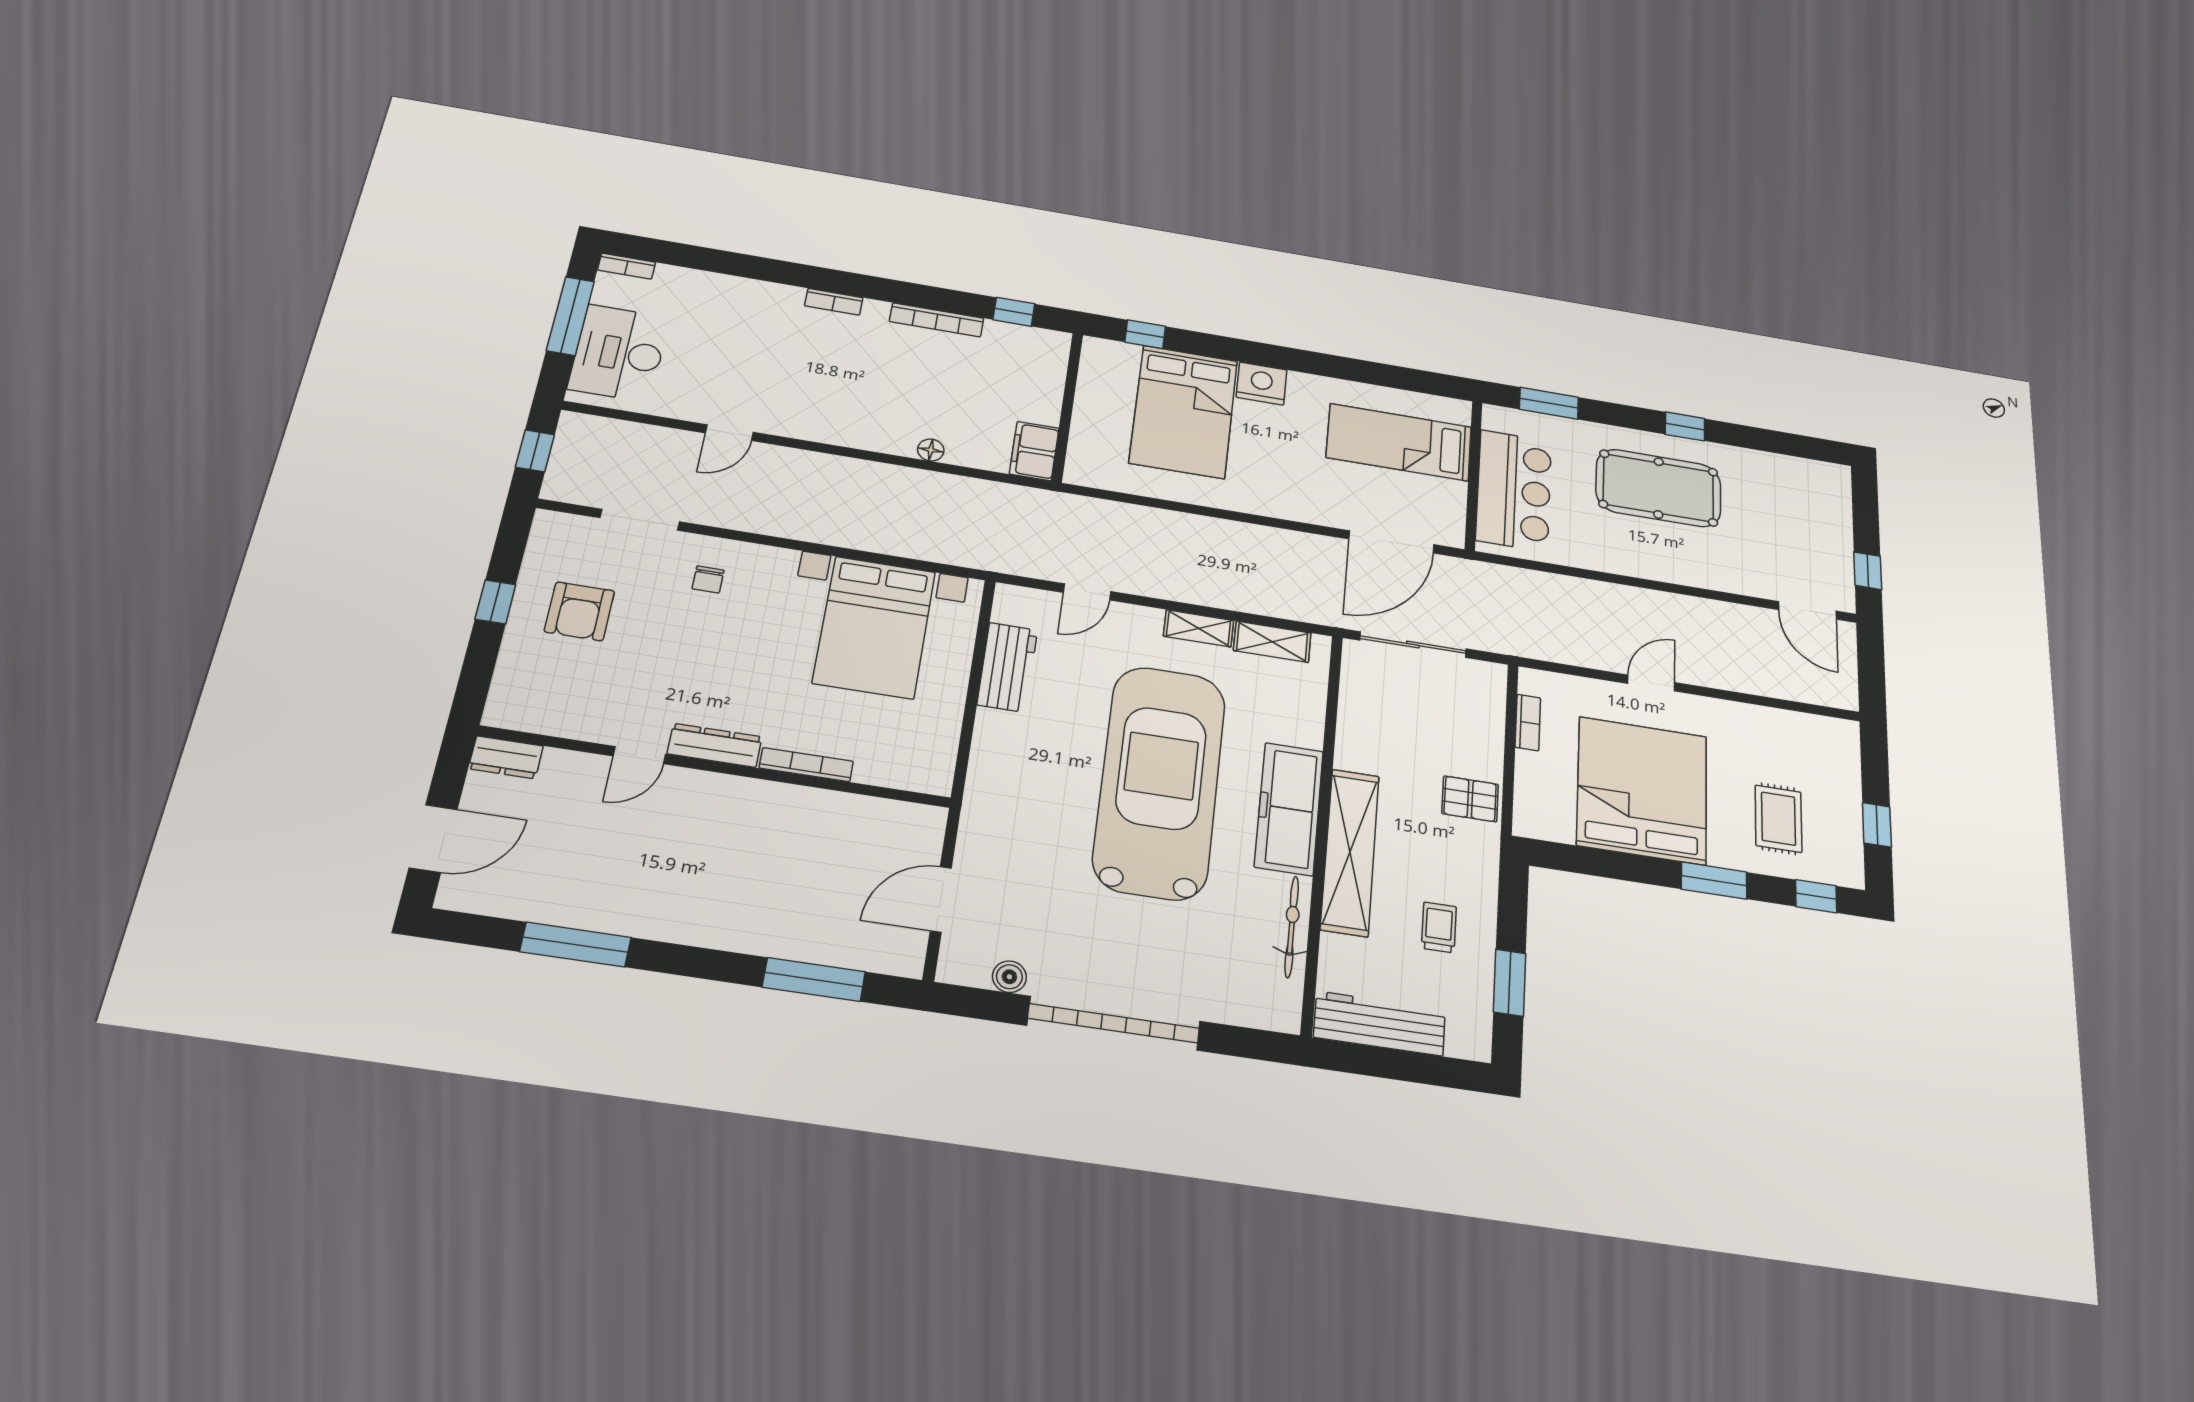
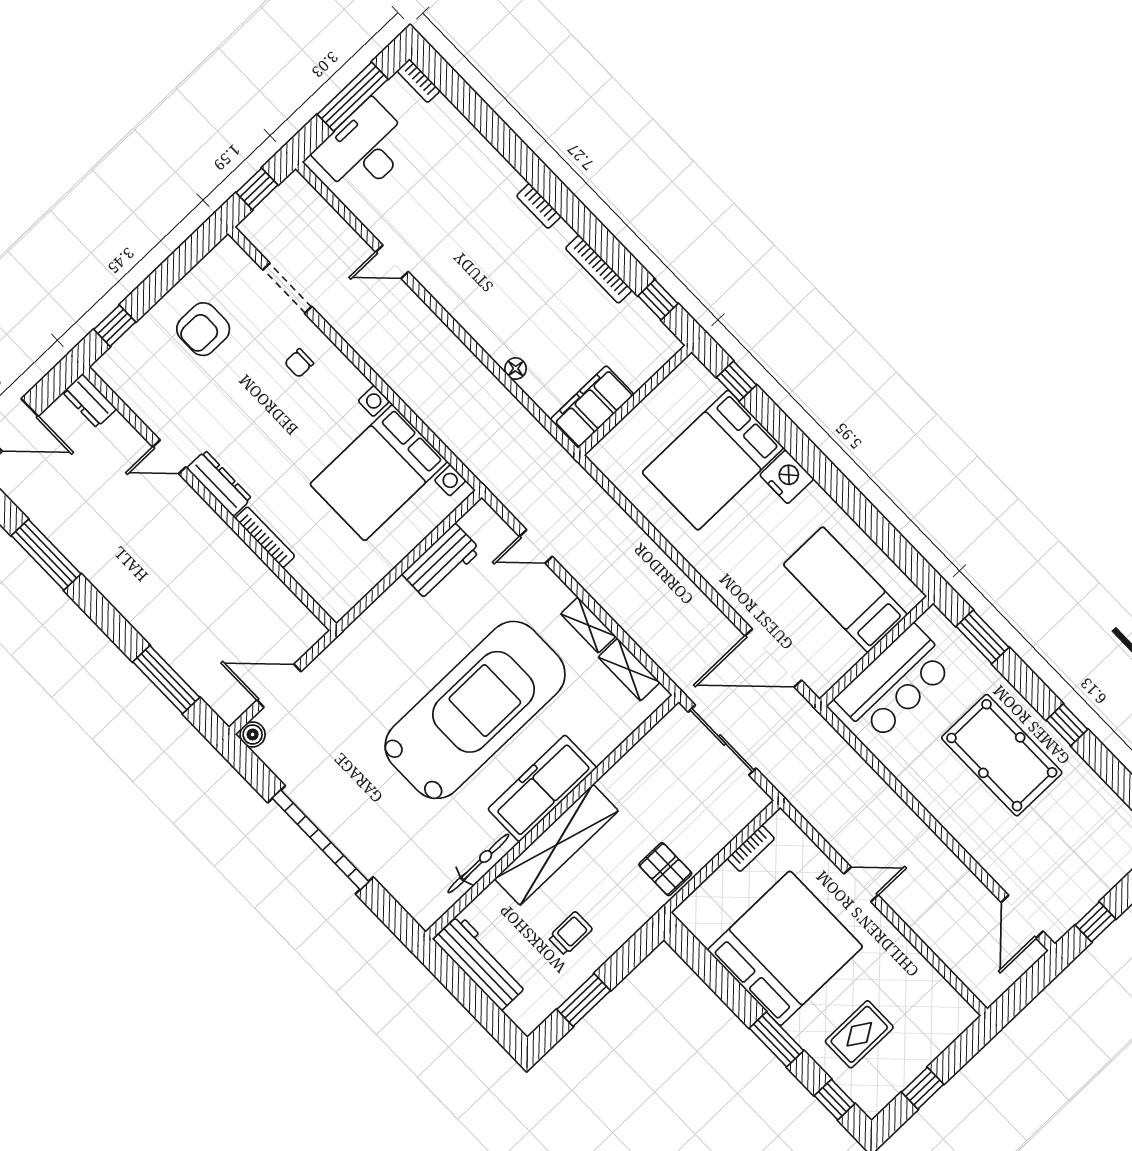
filing cabinet: (1034, 451) -> (592, 407), width x1.50, depth x1.17
window: (495, 602) -> (115, 326), moved
boiler: (1009, 977) -> (253, 734), moved

